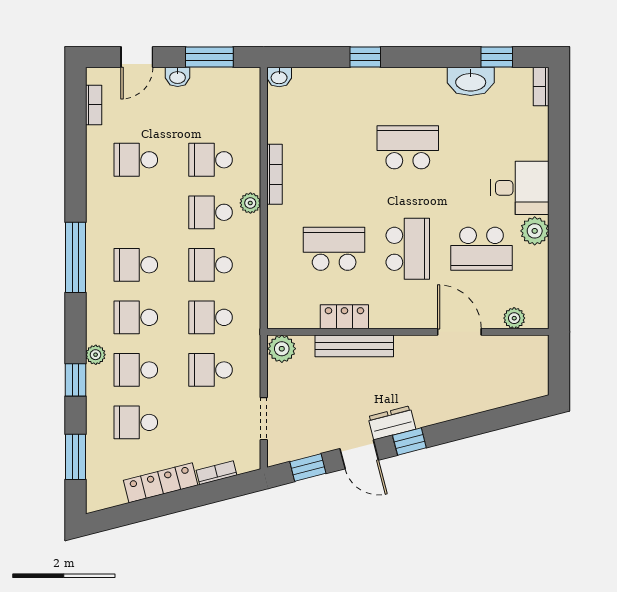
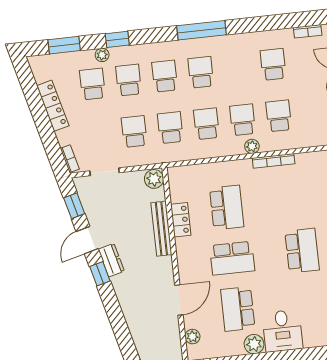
plant: (96, 355) -> (102, 55), moved
bookcase: (216, 473) -> (70, 159), moved

